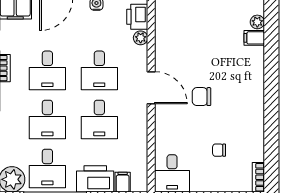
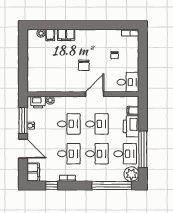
filing cabinet: (254, 66) -> (66, 35), added
door: (151, 88) -> (95, 94), moved

